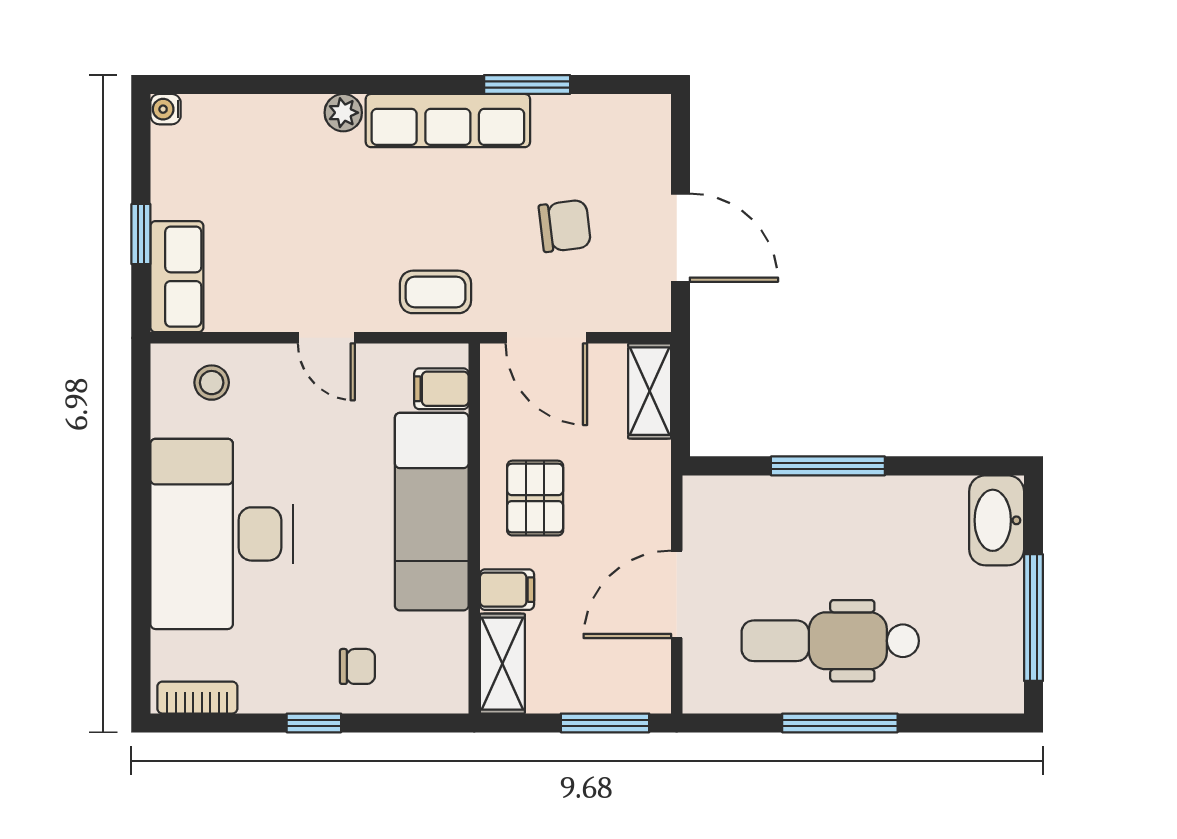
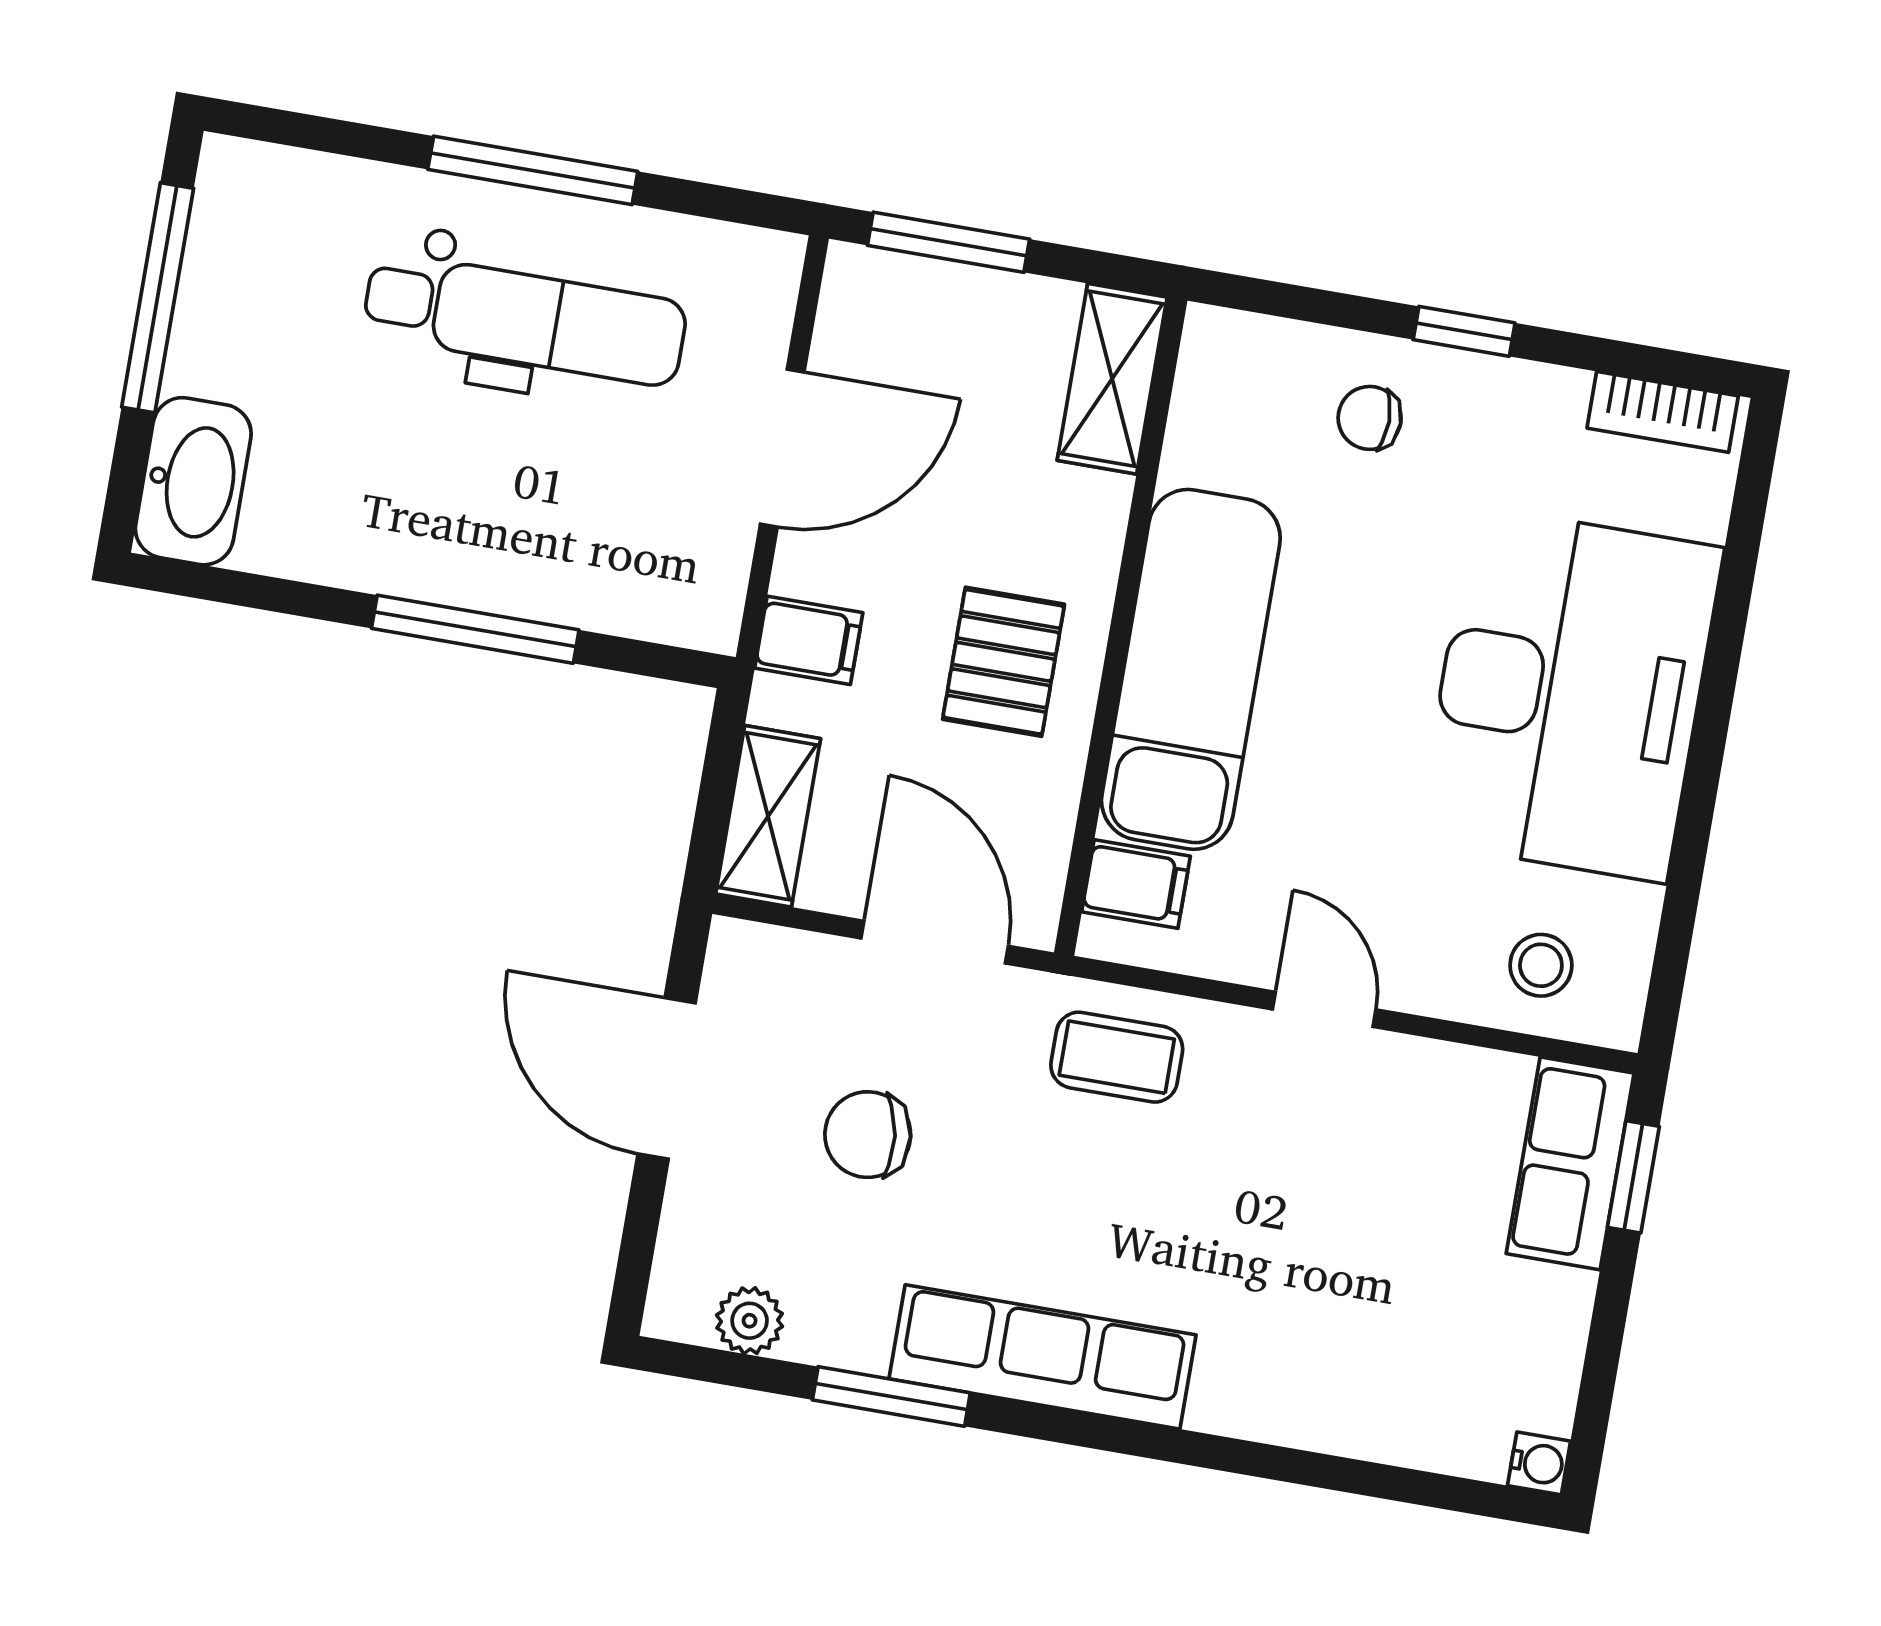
plant: (343, 113) -> (750, 1321), moved
window: (141, 234) -> (1633, 1177), moved
filing cabinet: (507, 590) -> (809, 640), moved, turned 180

